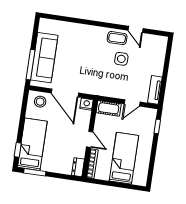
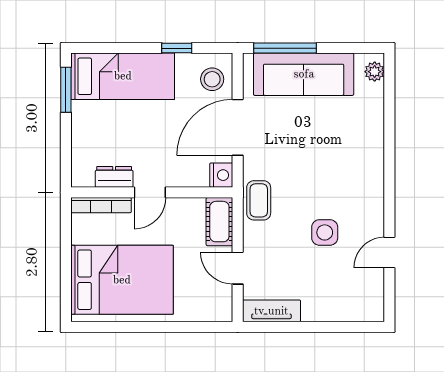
plant: (48, 24) -> (375, 72), added
coffee table: (117, 38) -> (259, 200), moved
window: (157, 126) -> (197, 327), removed
window: (18, 150) -> (177, 48), moved
bed: (124, 158) -> (122, 280), width x1.50
dresser: (78, 167) -> (114, 177), moved

